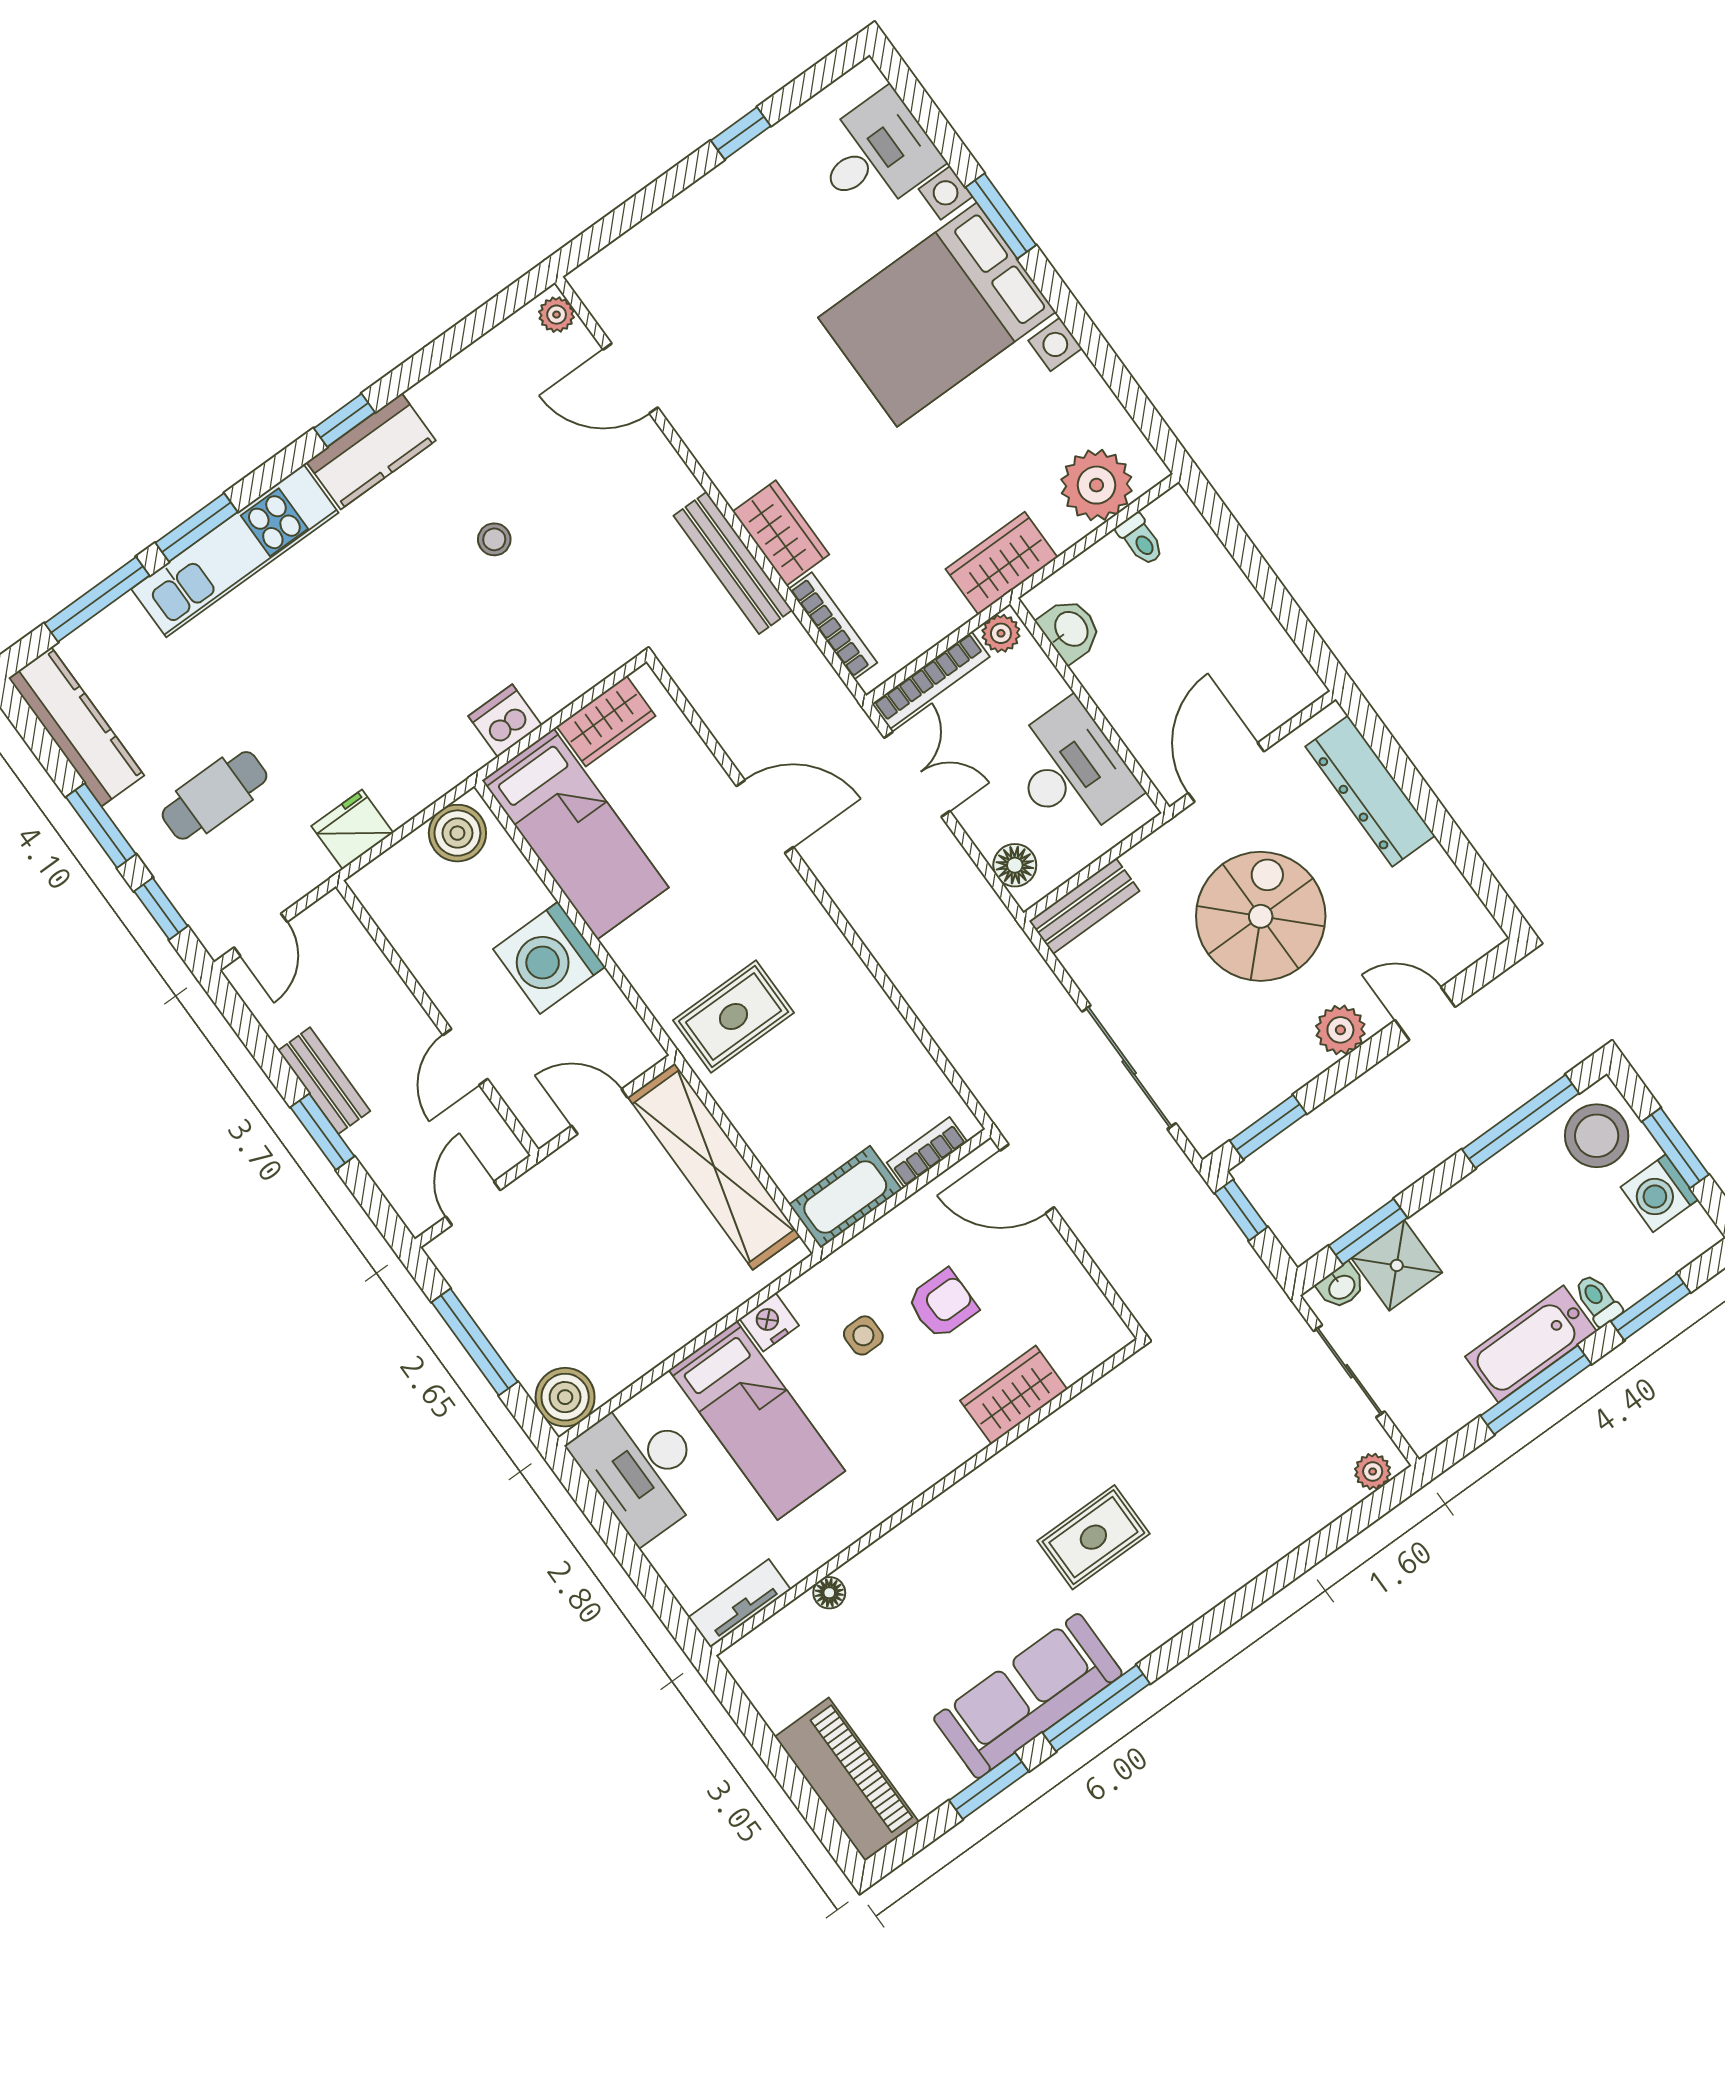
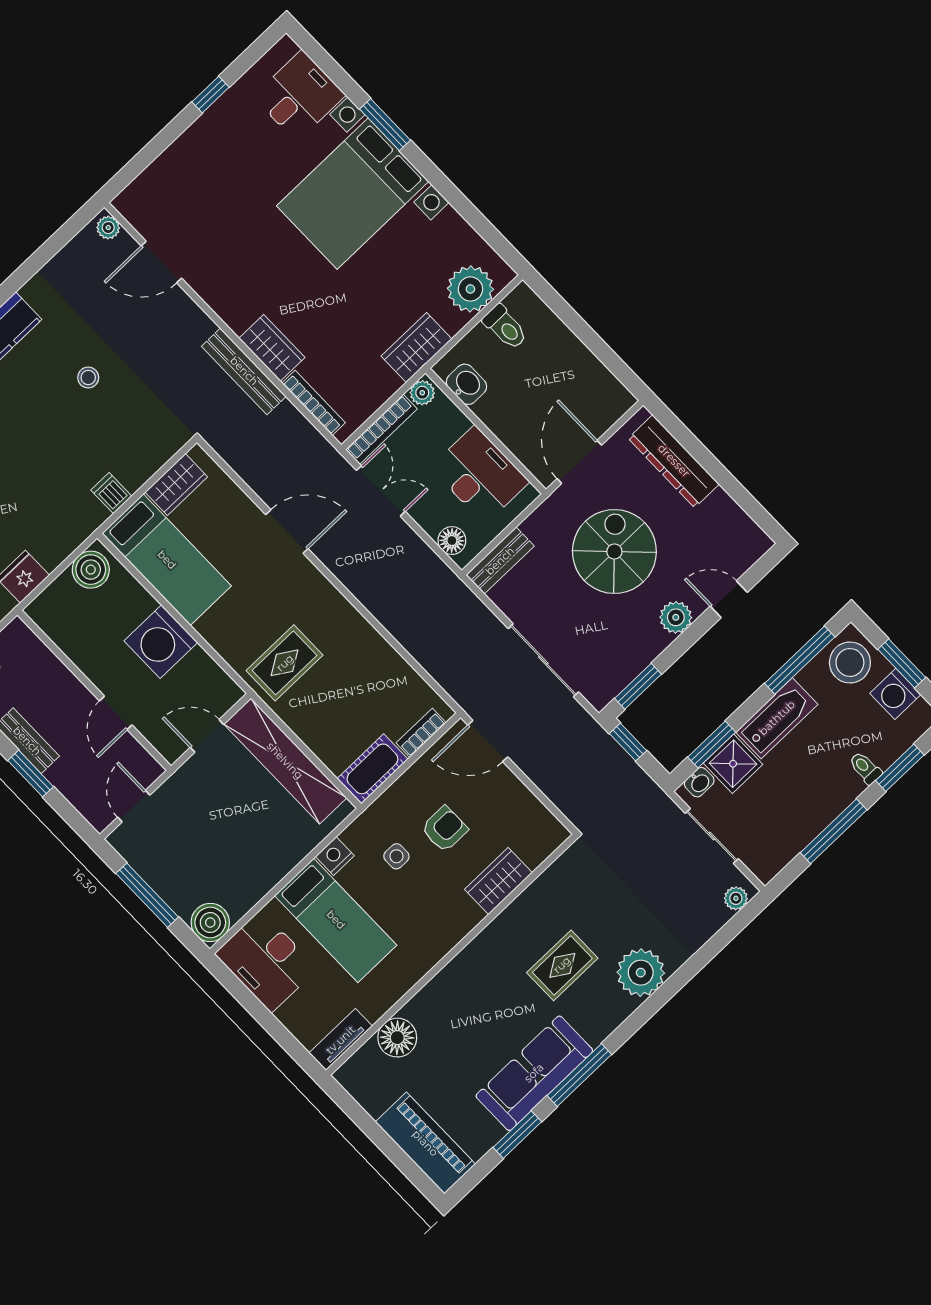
toilet: (1140, 540) -> (505, 327), width x1.37, depth x1.39
dishwasher: (505, 721) -> (111, 493), width x0.73
bathtub: (1531, 1344) -> (777, 718), moved, turned 180
plant: (1212, 1565) -> (641, 973), added
floor lamp: (829, 1593) -> (397, 1038), width x1.89, depth x1.89

